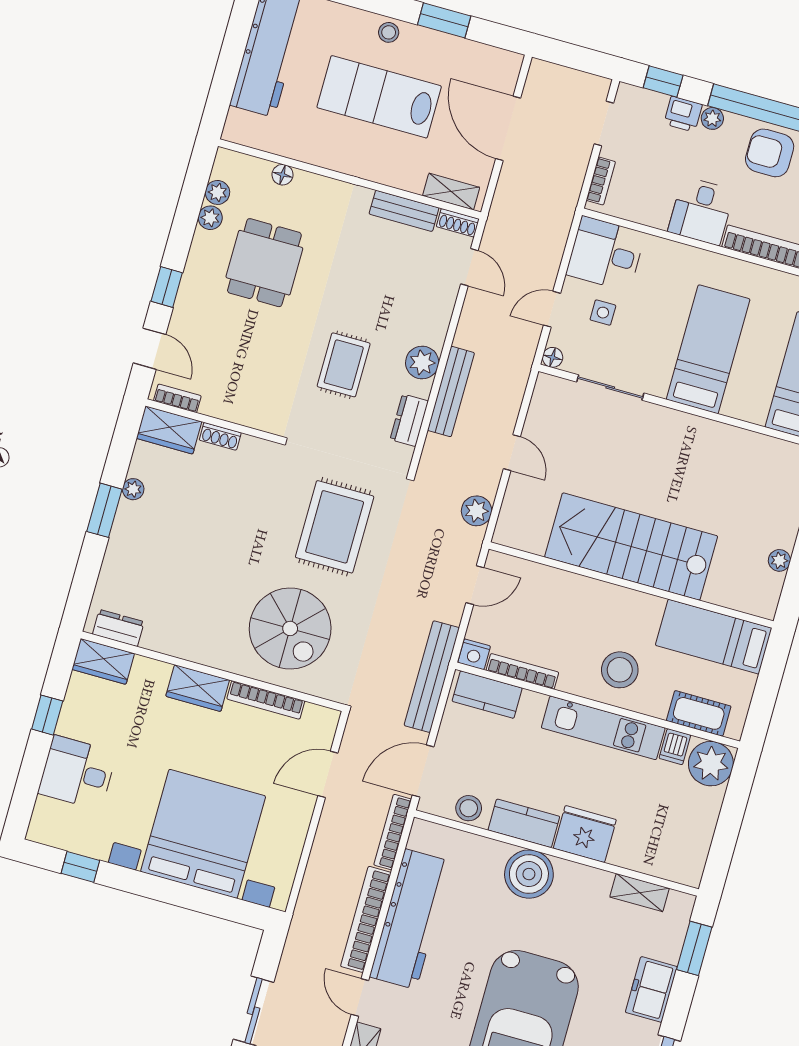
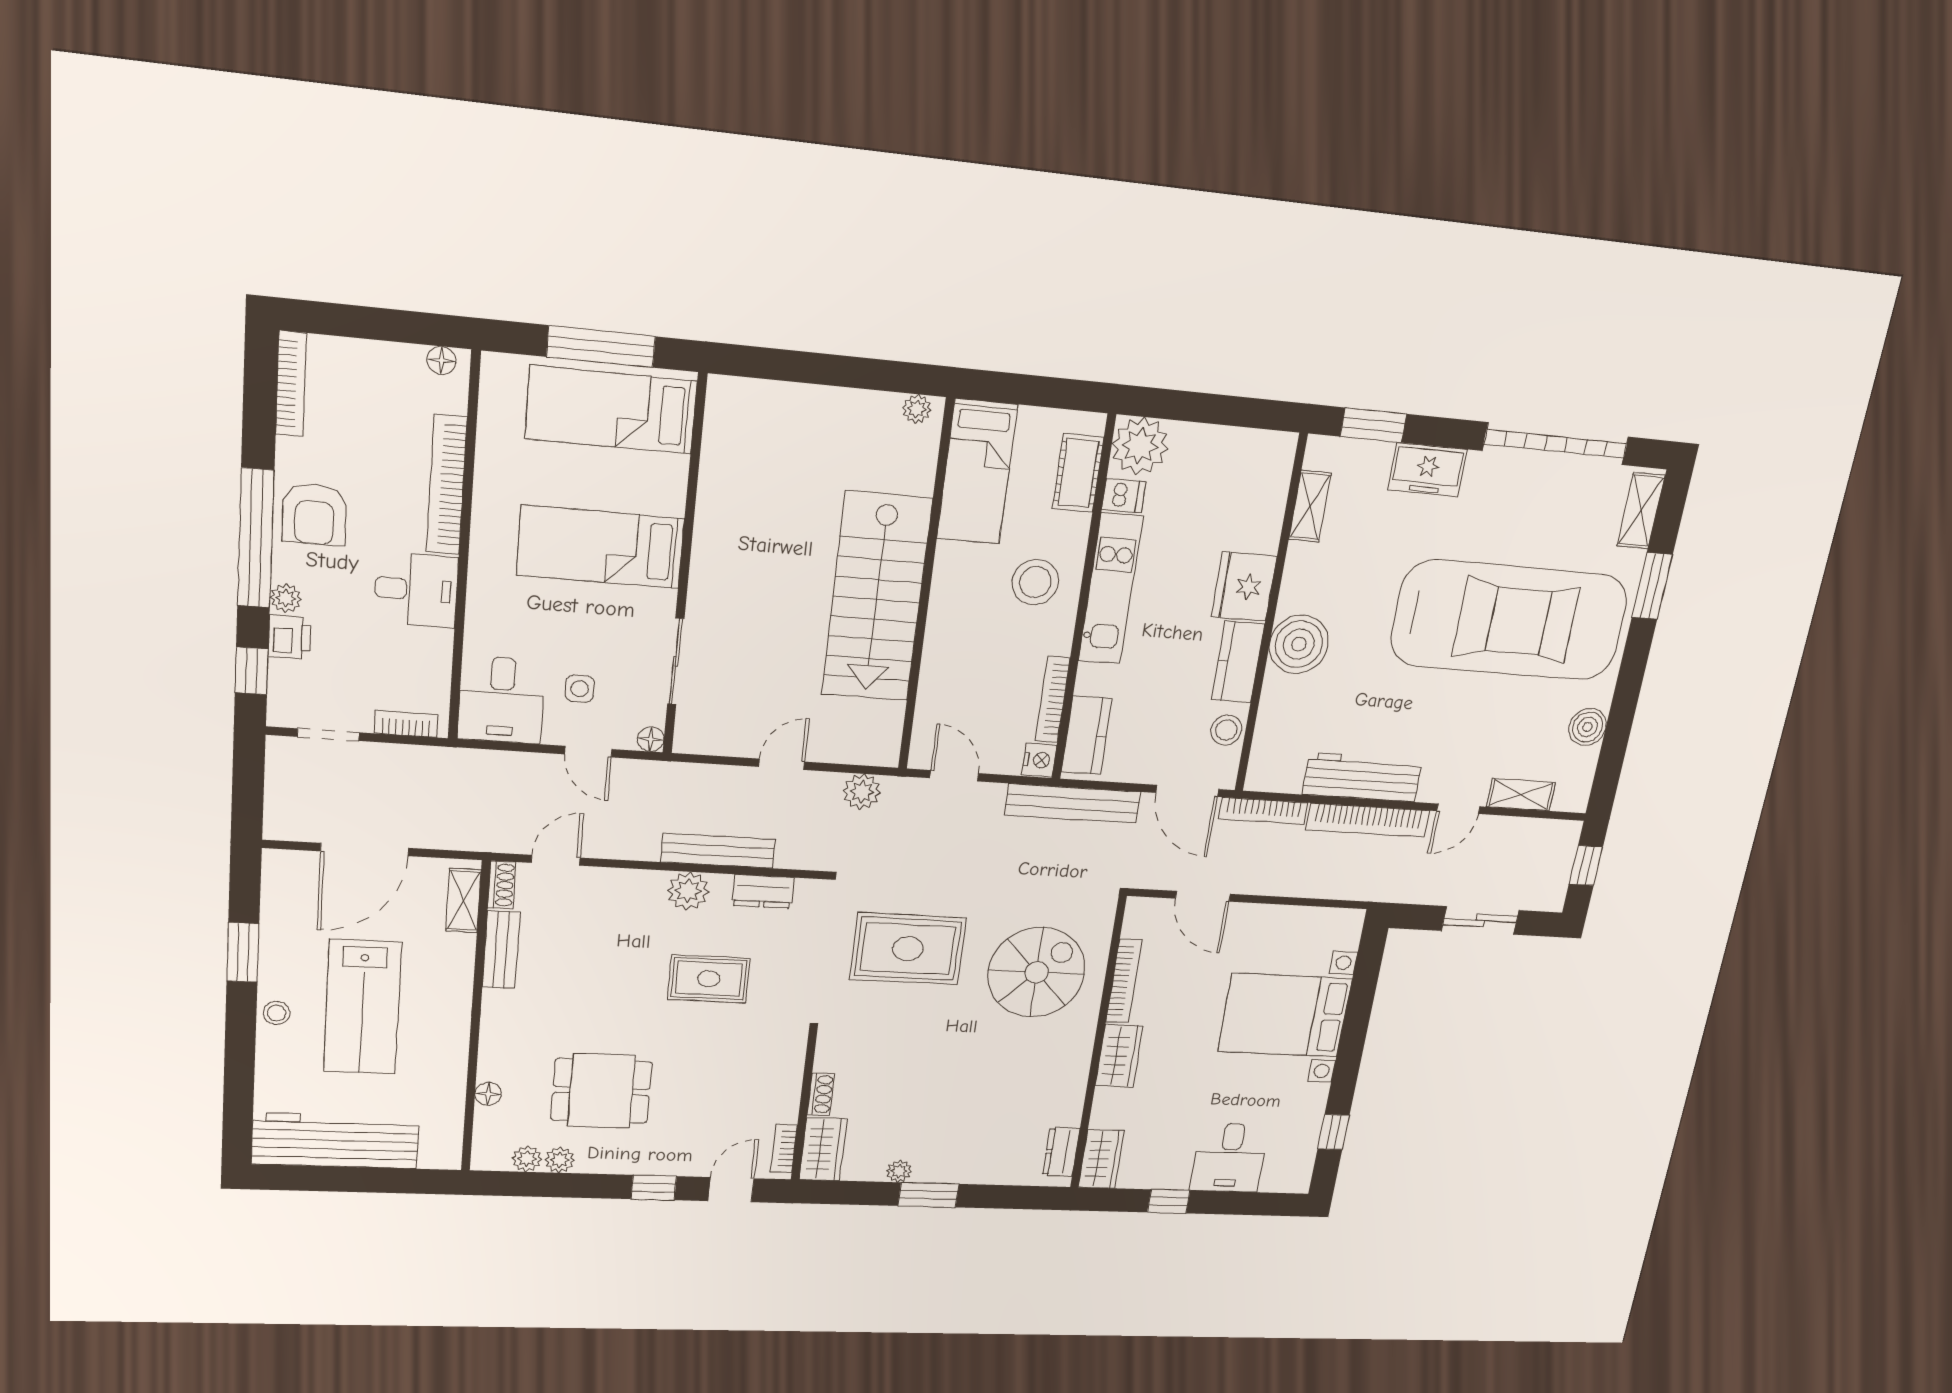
plant: (779, 560) -> (917, 409), moved
bed with nightstands: (203, 834) -> (1285, 1015), width x0.73
workbench: (410, 919) -> (1362, 777), width x0.73, depth x0.76

